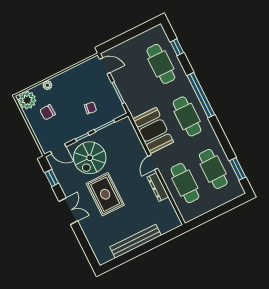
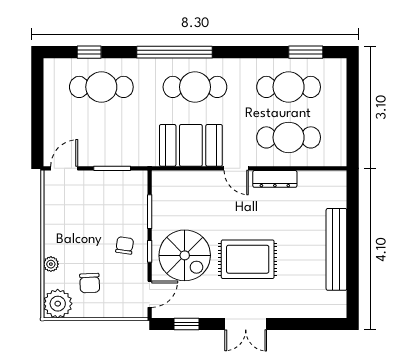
chair: (90, 108) -> (125, 245), moved
double door: (68, 211) -> (246, 324), swing flipped

